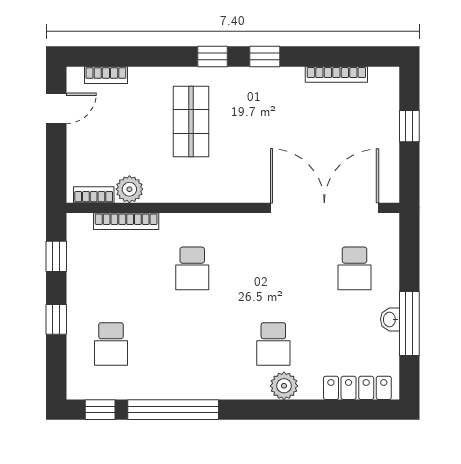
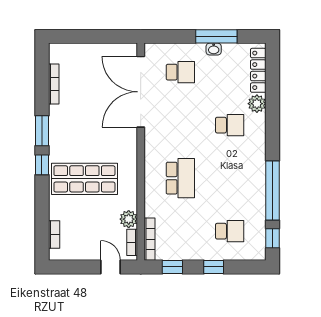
window: (265, 56) -> (42, 131), width x1.50
door: (56, 108) -> (110, 267), moved
shop shelf: (191, 122) -> (84, 179), width x1.43, depth x1.36
window: (409, 126) -> (87, 36), removed
bookcase: (126, 221) -> (149, 239), moved
school desk: (192, 268) -> (180, 178), width x1.85
plant: (284, 386) -> (257, 104), moved

